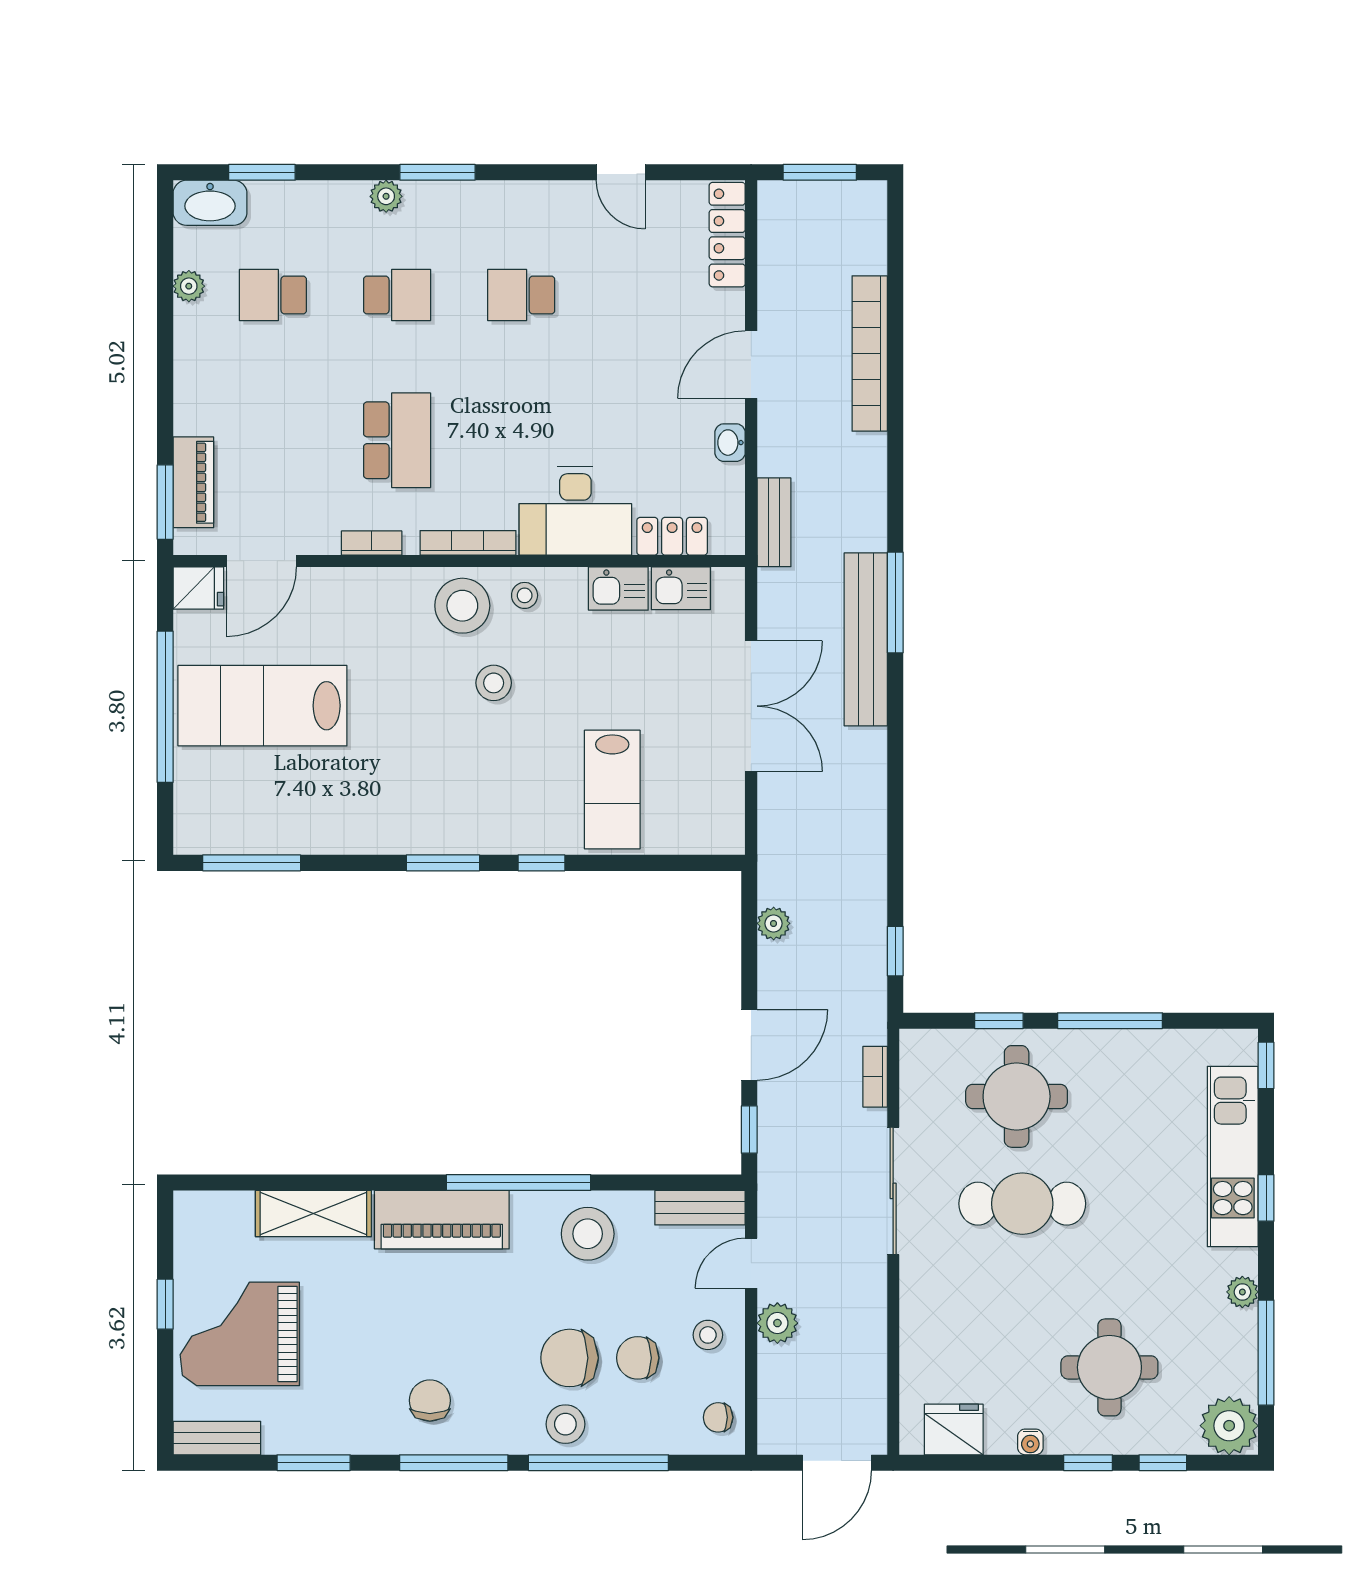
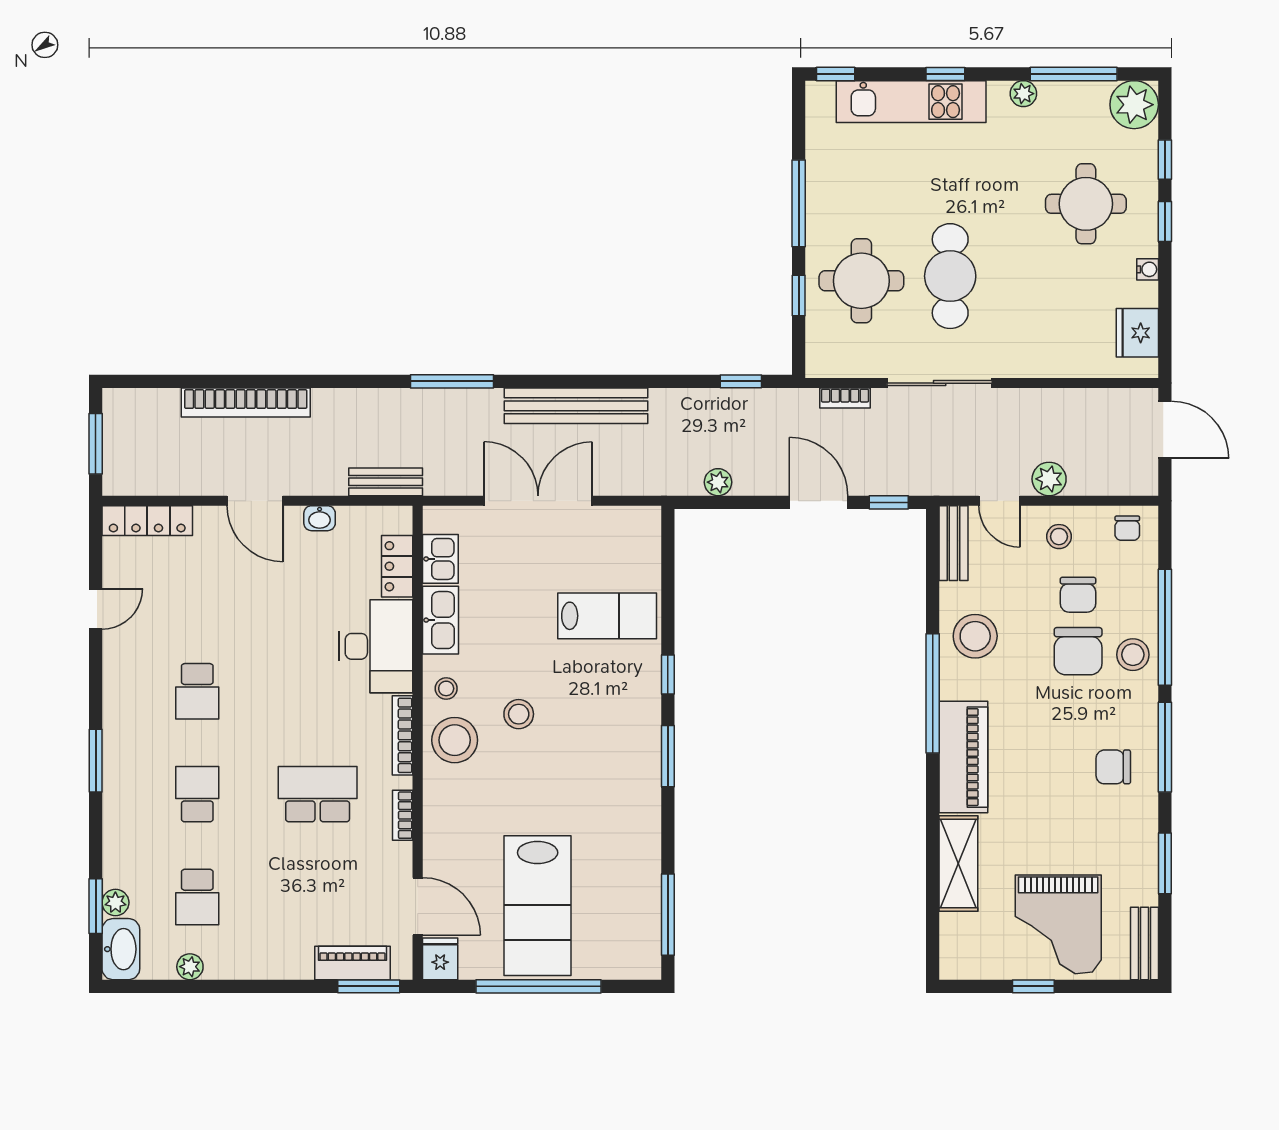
plant: (386, 196) -> (115, 903), moved
kitchen sink: (618, 589) -> (440, 620), width x1.38
bench: (866, 639) -> (576, 406), moved

